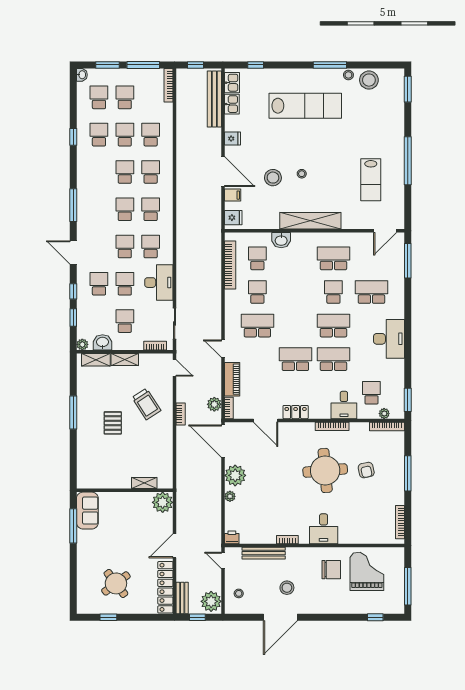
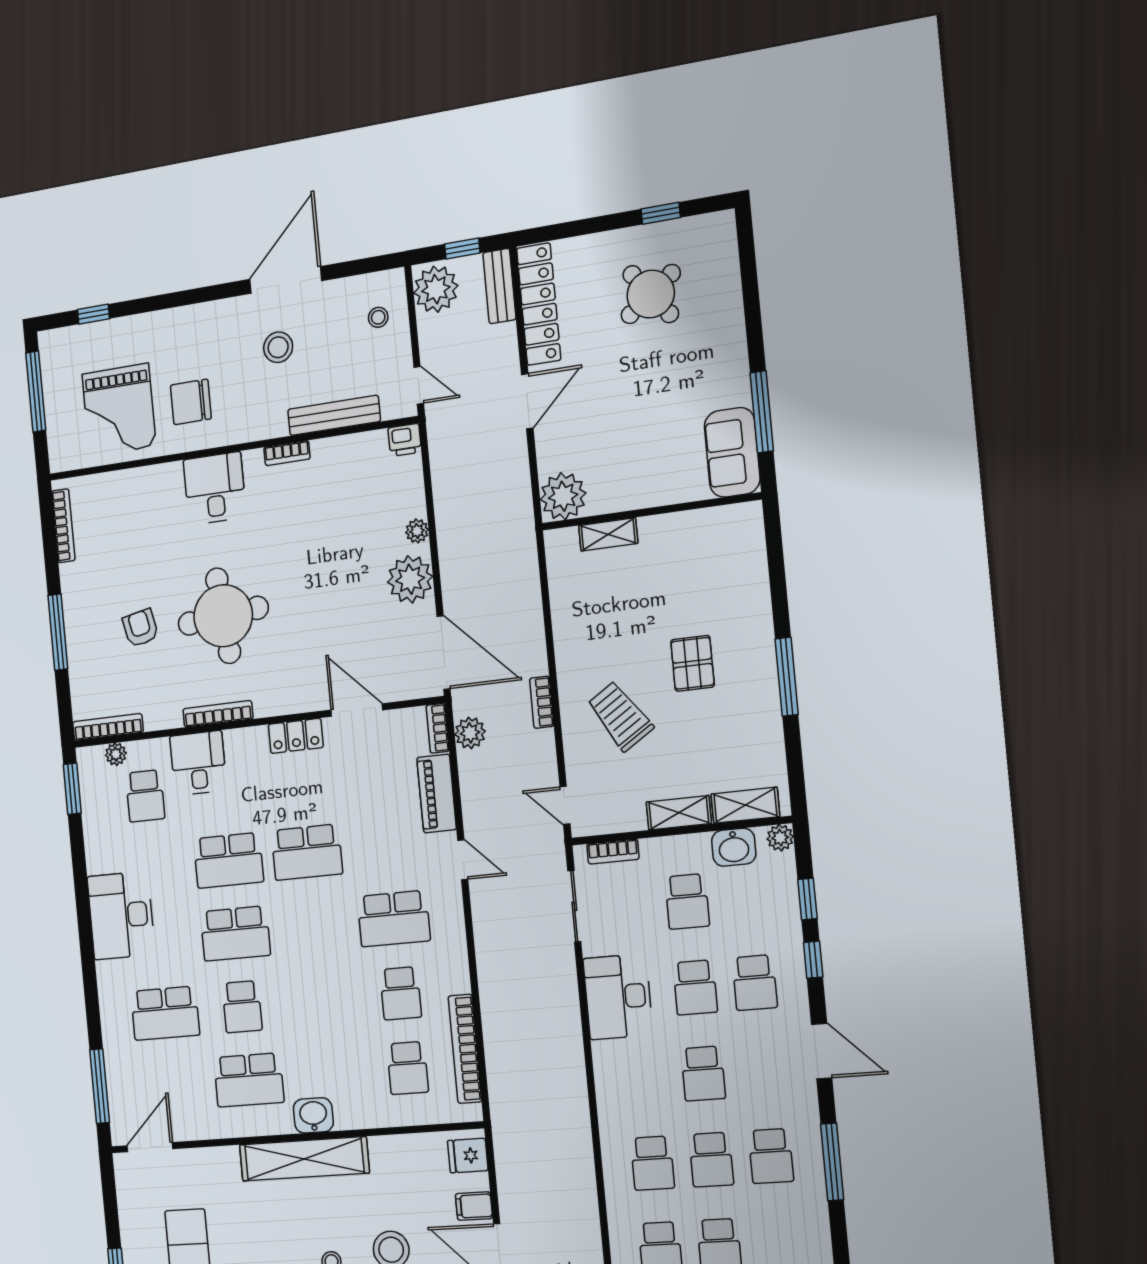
washbasin: (281, 240) -> (313, 1115), moved
school desk: (151, 247) -> (771, 1156), moved

